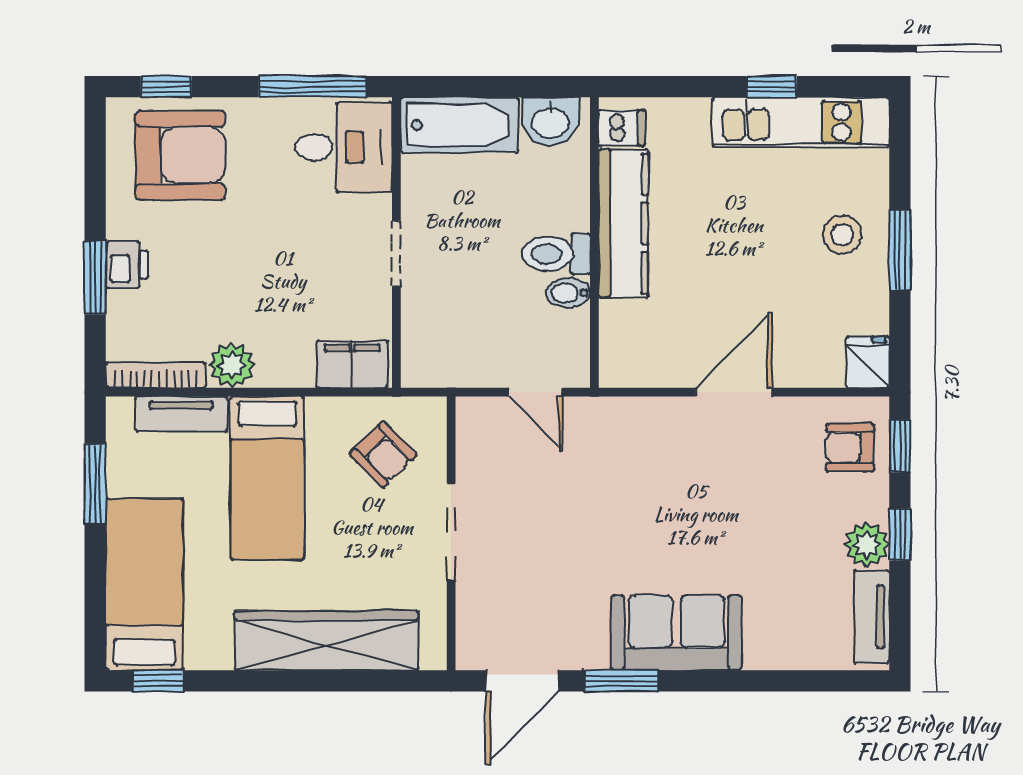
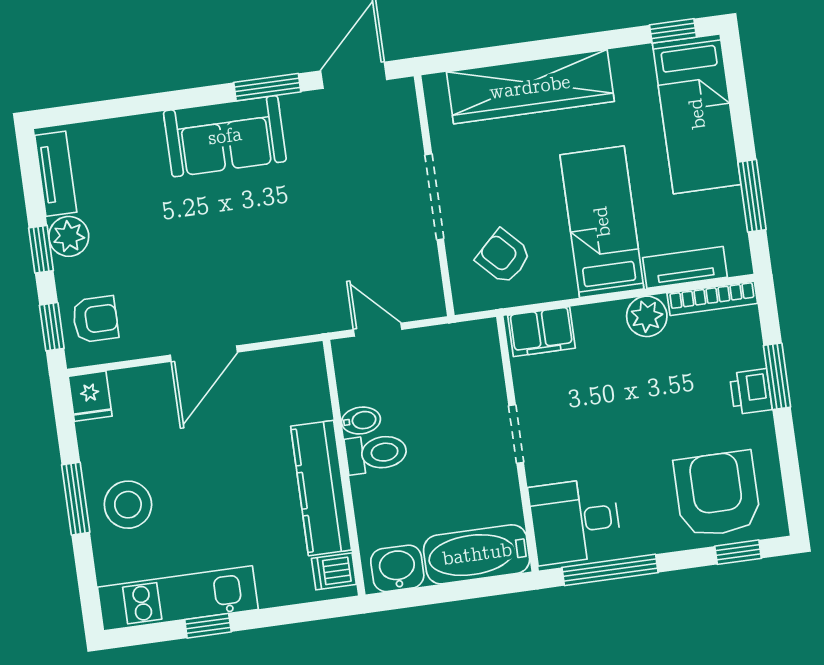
armchair: (180, 155) -> (717, 494), turned 90
stool: (842, 235) -> (128, 505), width x1.38, depth x1.38

